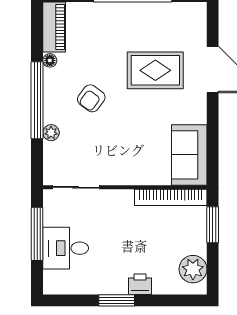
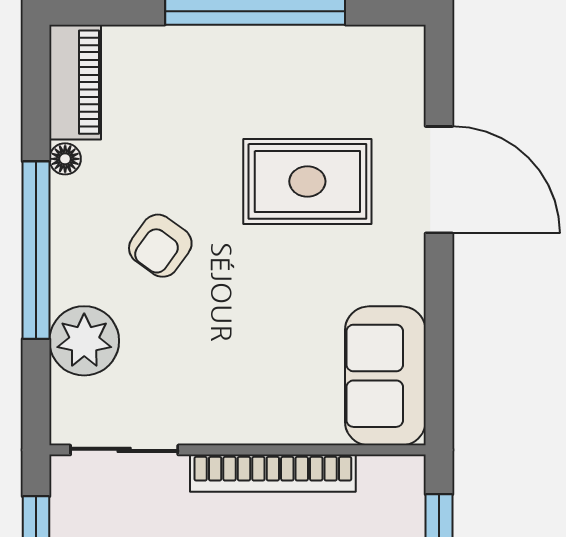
plant: (51, 133) -> (84, 341), width x1.88, depth x1.88
bookcase: (171, 197) -> (273, 473), moved

